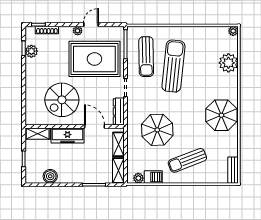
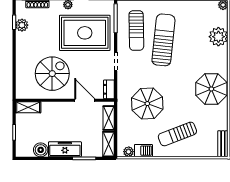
spiral stairs: (62, 100) -> (52, 74), turned 180
dresser: (119, 111) -> (109, 89), width x0.70
freezer: (68, 136) -> (65, 149), moved, turned 180

